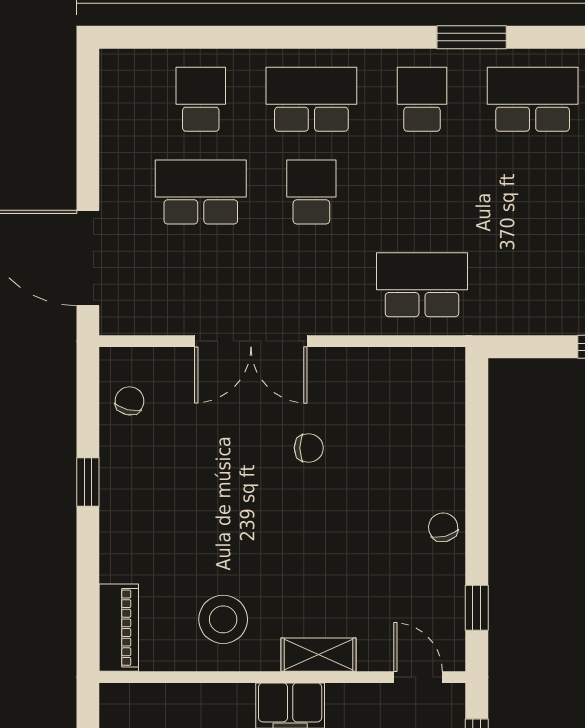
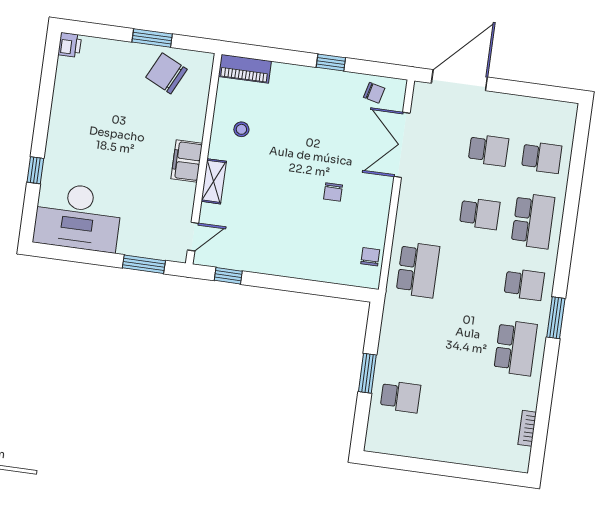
school desk: (201, 192) -> (488, 150), width x0.54
double door: (251, 341) -> (402, 145), moved
chair: (443, 527) -> (370, 257), moved, turned -75
stool: (223, 619) -> (241, 129), width x0.53, depth x0.53

